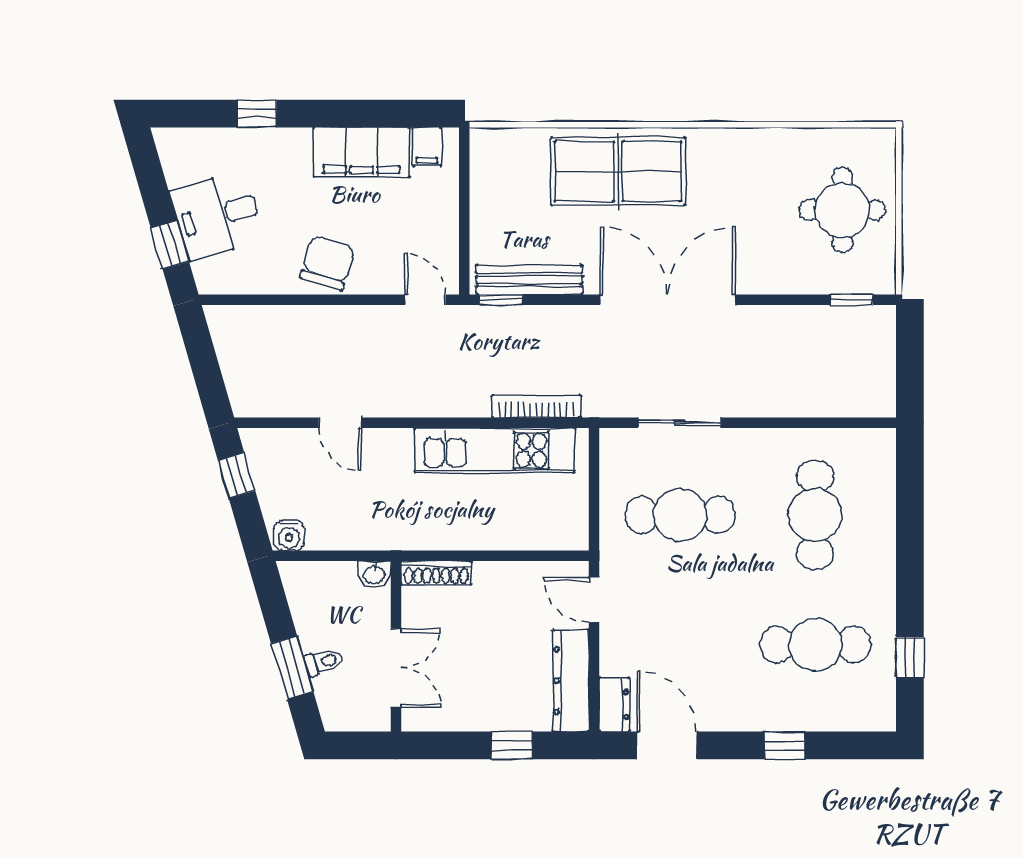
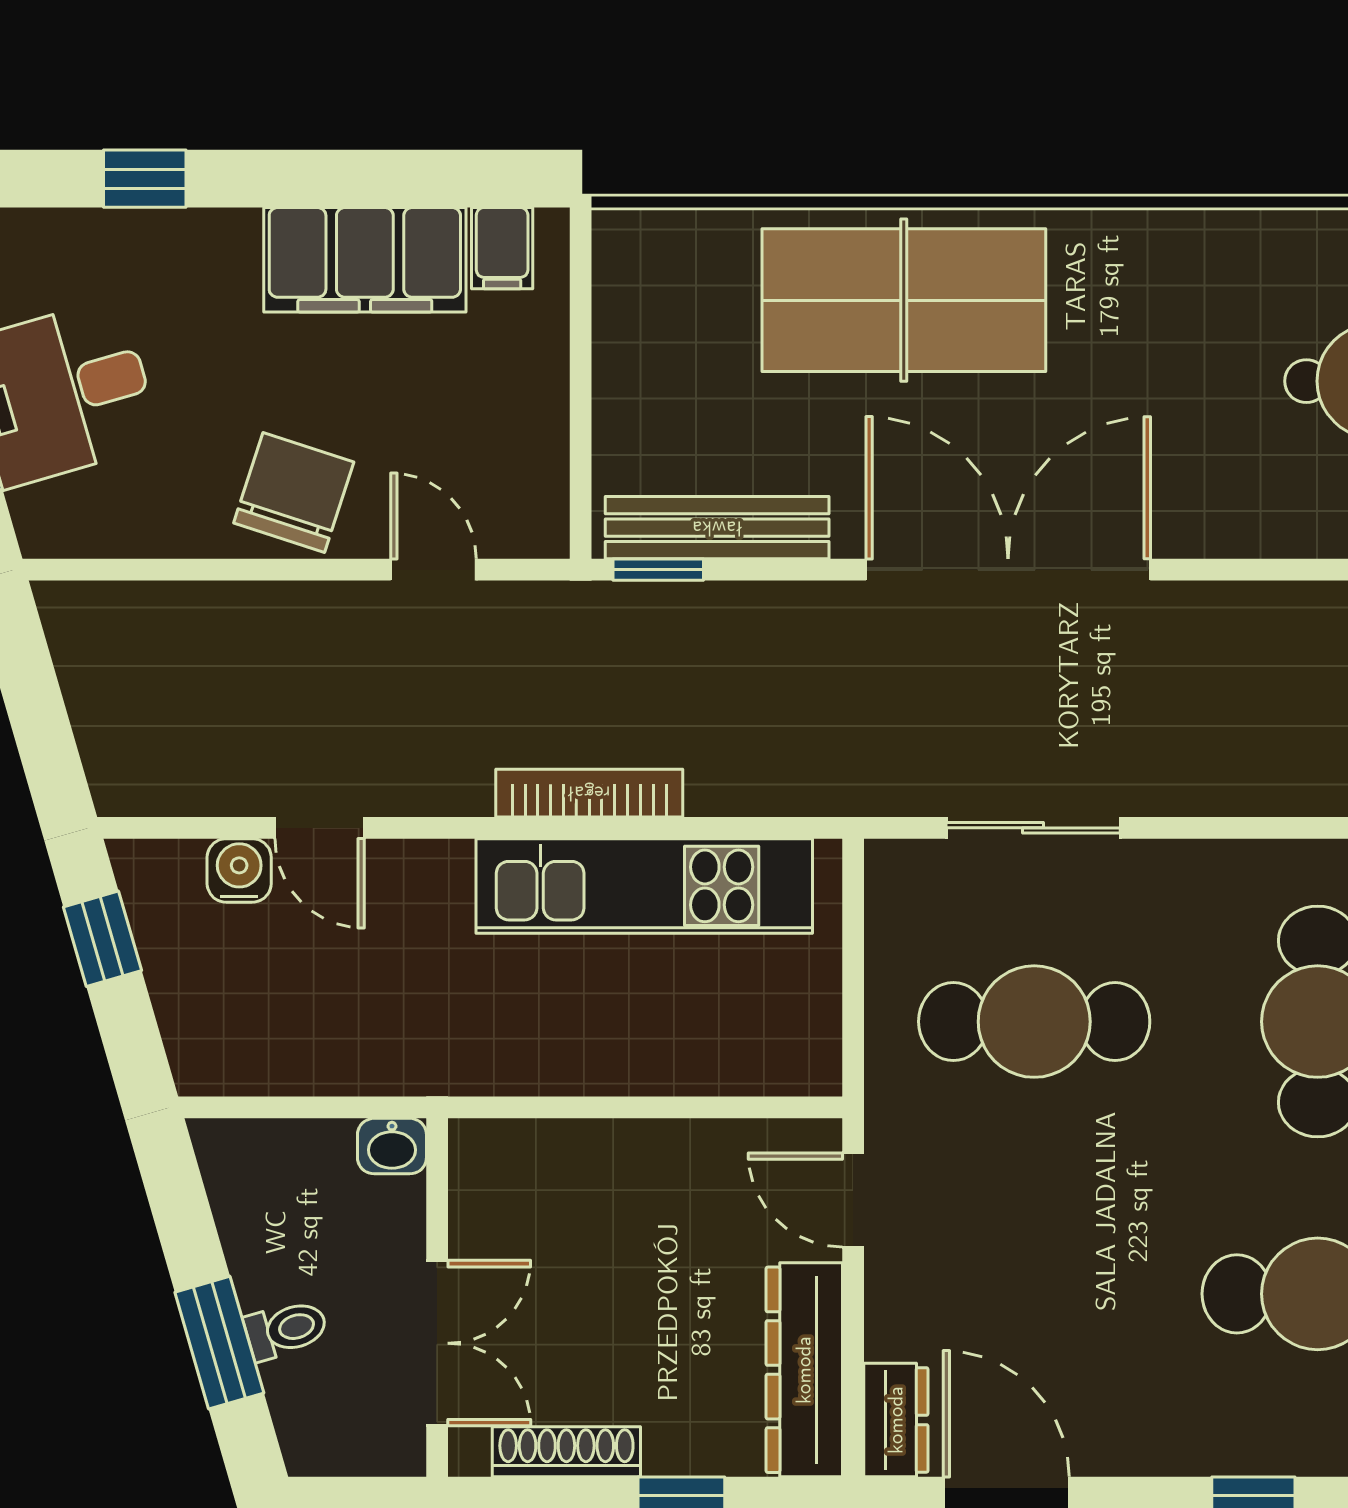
door: (425, 300) -> (433, 570), moved
bookcase: (536, 406) -> (589, 793), moved
water cooler: (289, 536) -> (239, 870), moved, turned 180
shoe rack: (436, 573) -> (566, 1452), moved, turned 180

